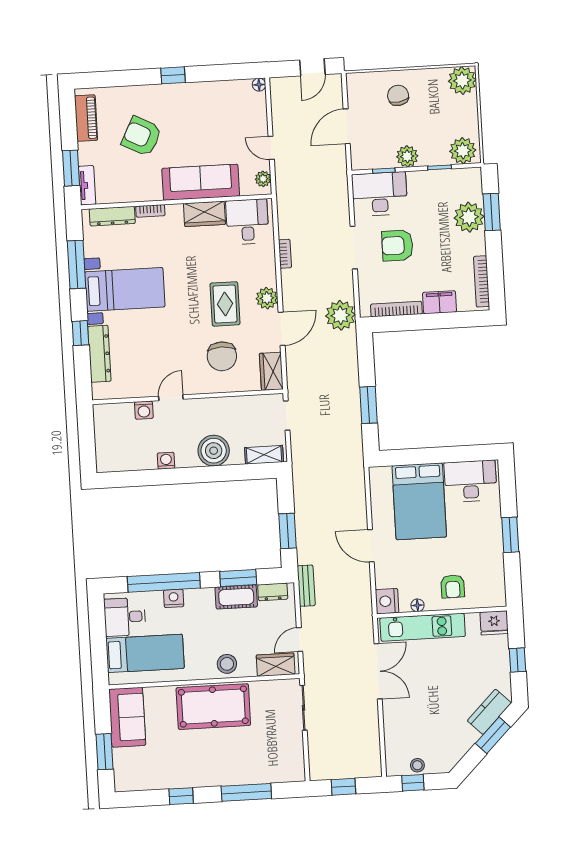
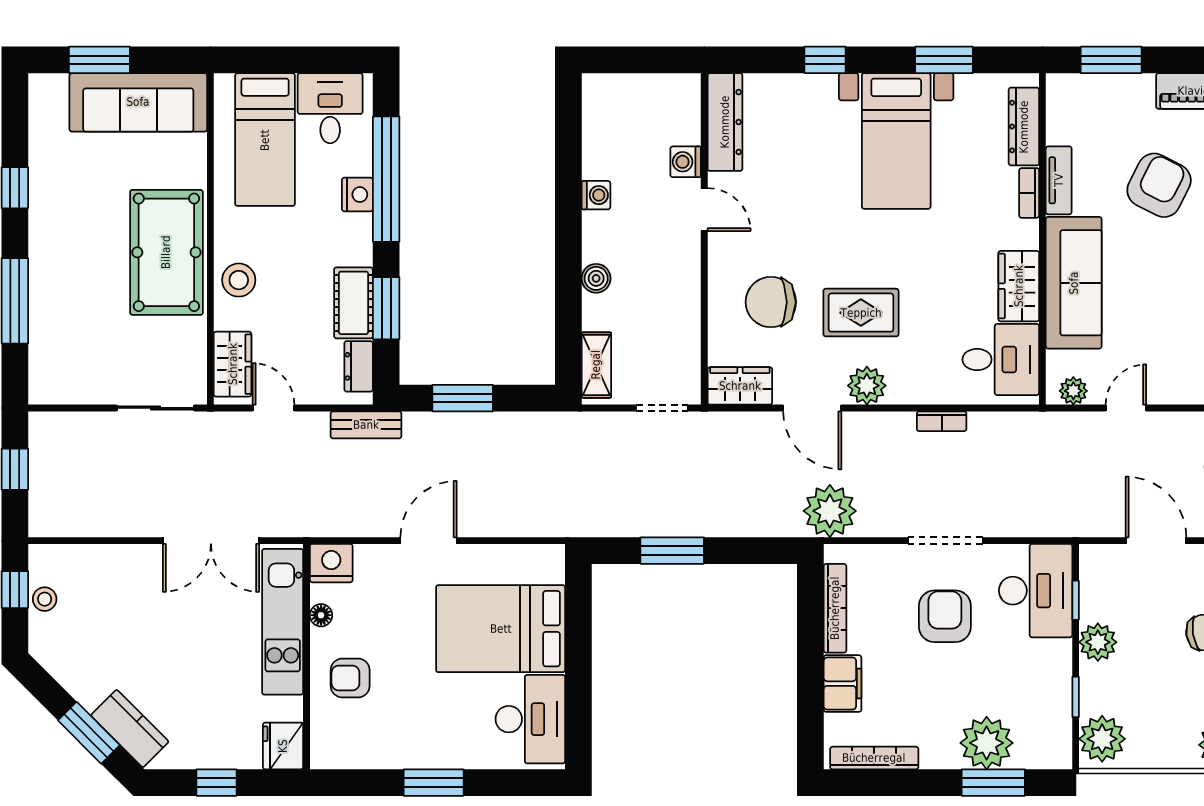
tv unit: (87, 185) -> (1059, 180), moved, turned -90
window: (76, 264) -> (944, 60), width x0.69
dresser: (99, 354) -> (725, 122), moved, turned -90
boiler: (214, 451) -> (596, 278), width x0.54, depth x0.54
sofa: (127, 717) -> (138, 102), width x1.36

